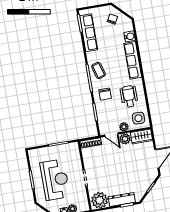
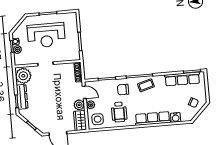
wheelchair: (129, 96) -> (119, 112), turned 90
door: (111, 135) -> (84, 92), swing flipped

